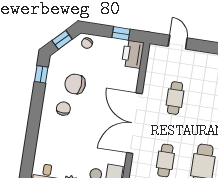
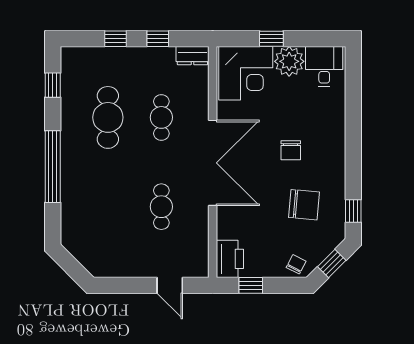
chair: (63, 109) -> (291, 150), moved

